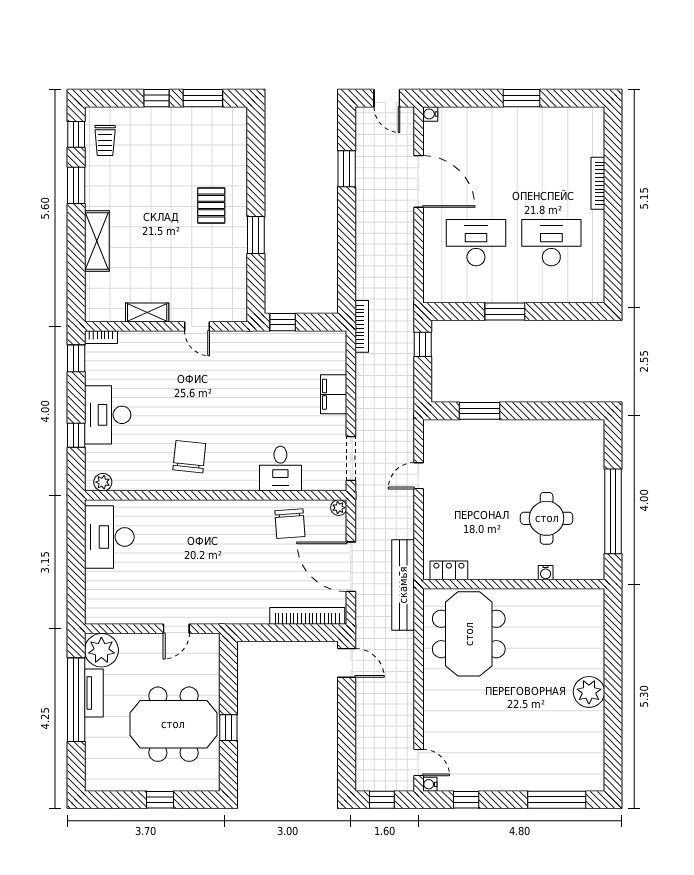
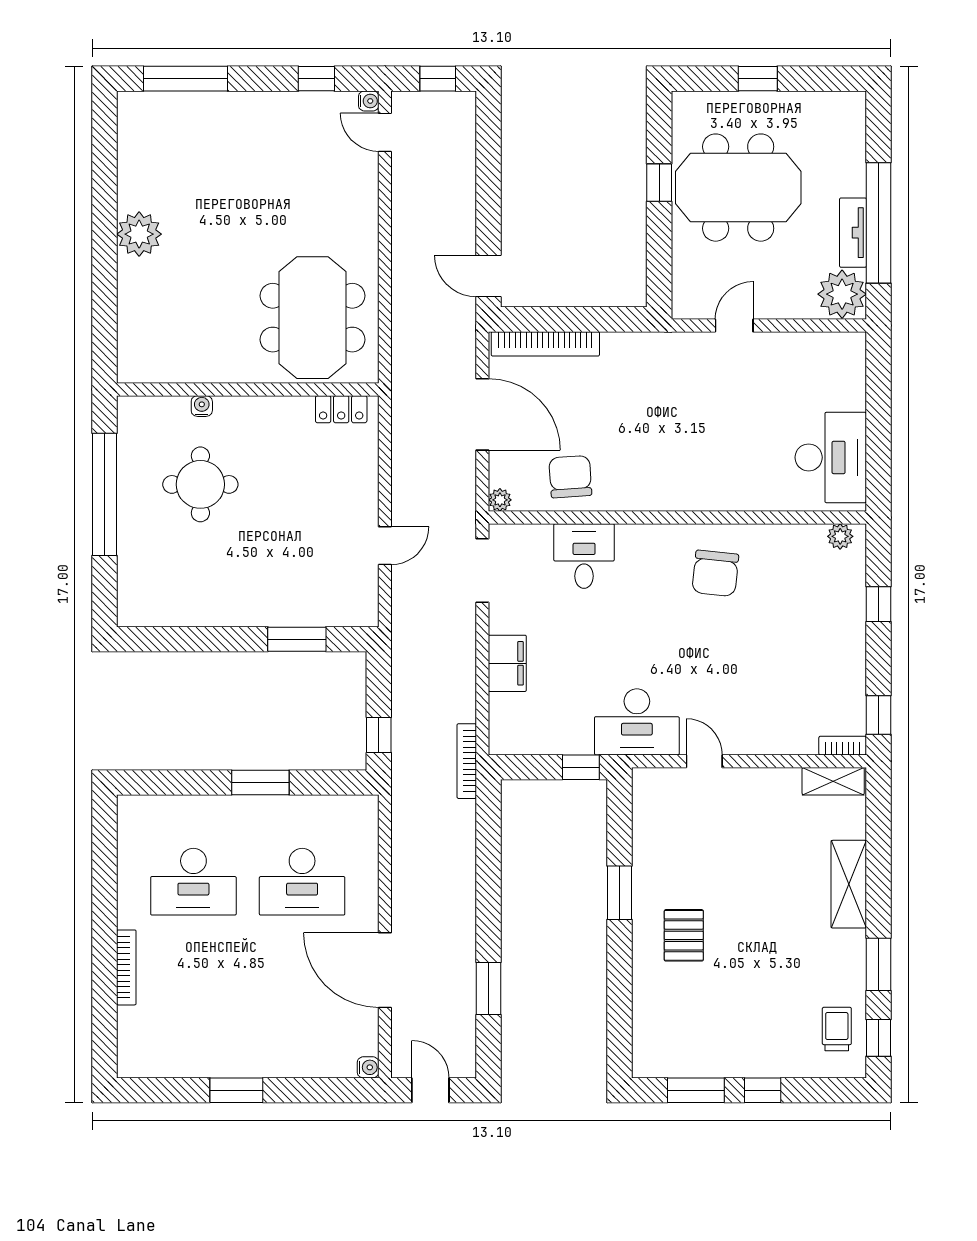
shelving: (147, 312) -> (833, 781), moved
desk: (108, 415) -> (637, 722), moved, turned 90
bench: (403, 585) -> (407, 388), removed

